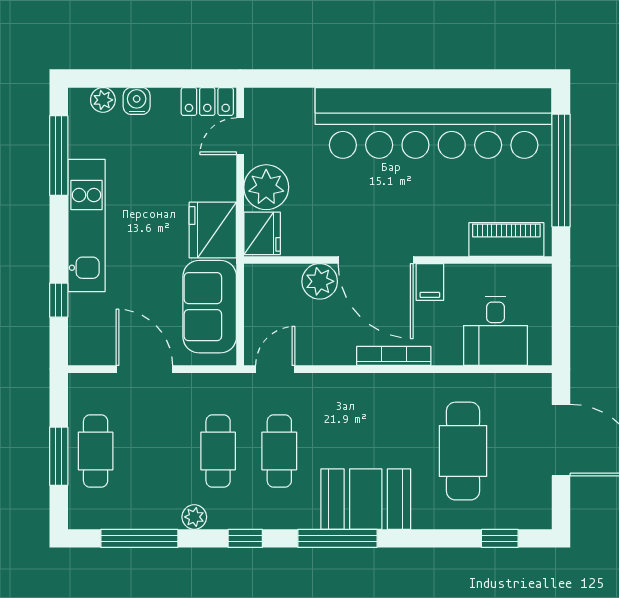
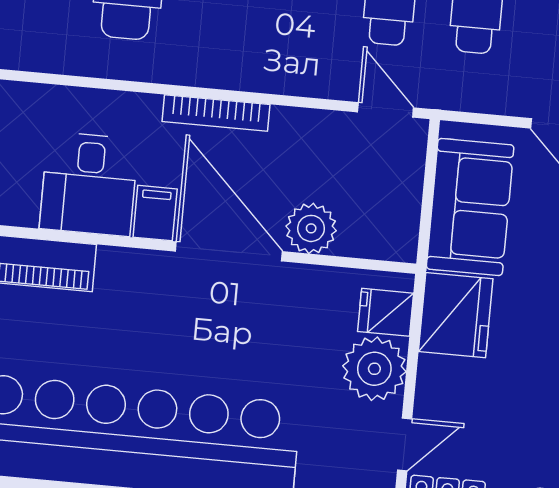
fridge: (262, 233) -> (386, 312), width x0.72
desk: (495, 331) -> (89, 184), moved, turned 180
door: (275, 369) -> (386, 110), swing flipped

